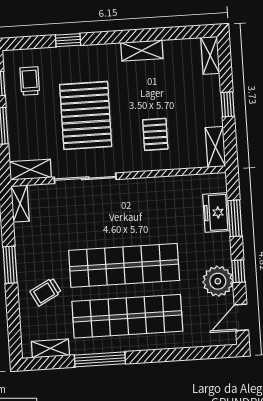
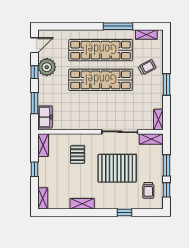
pallet: (86, 115) -> (117, 168), turned 90
freezer: (216, 213) -> (45, 117), moved

